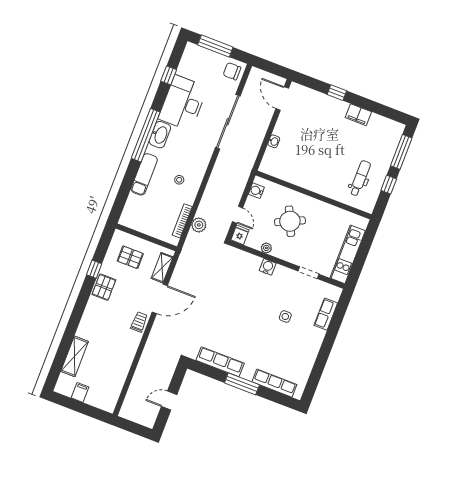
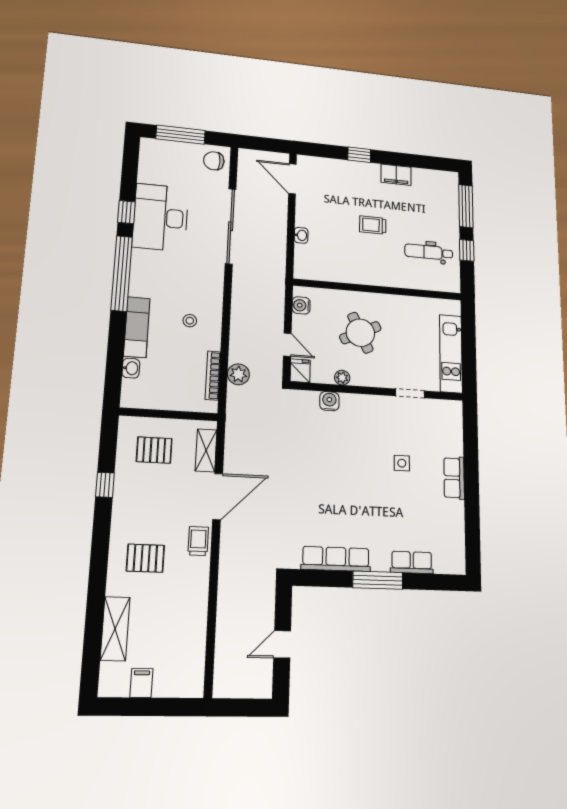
window: (169, 75) -> (126, 212), moved
washbasin: (160, 135) -> (131, 368), moved, width x0.52, depth x0.69
trolley: (327, 148) -> (373, 225), added
dental chair: (360, 178) -> (429, 252), turned -90
water cooler: (268, 267) -> (329, 401), moved
pallet: (104, 287) -> (145, 558), moved, turned 90
row of seats: (326, 314) -> (454, 478), moved
row of seats: (274, 383) -> (412, 562), width x0.68

